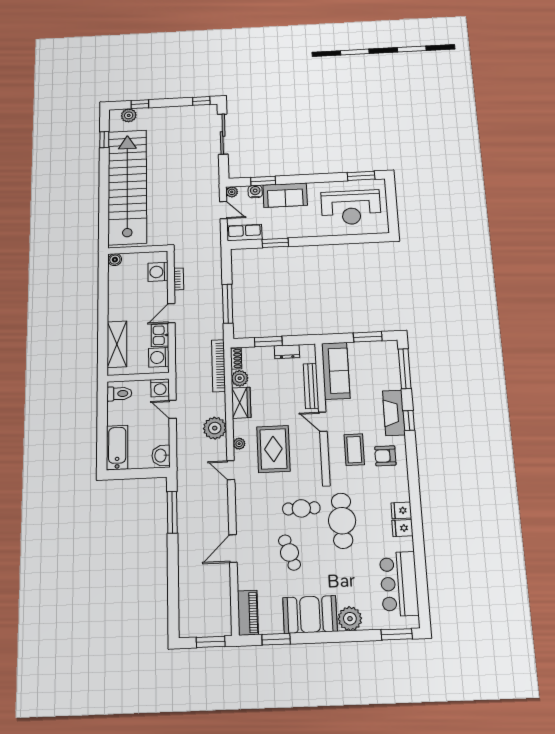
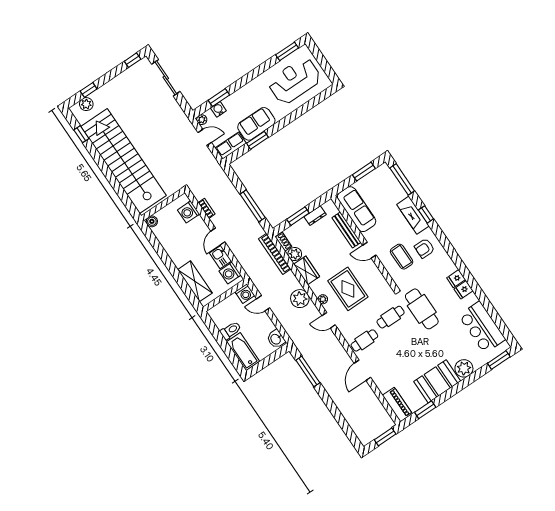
sofa: (285, 195) -> (256, 124), moved, turned 180
reception desk: (351, 207) -> (295, 81), turned 180
toilet: (119, 394) -> (231, 330), moved
cafe table: (289, 553) -> (364, 340), moved, turned -71

